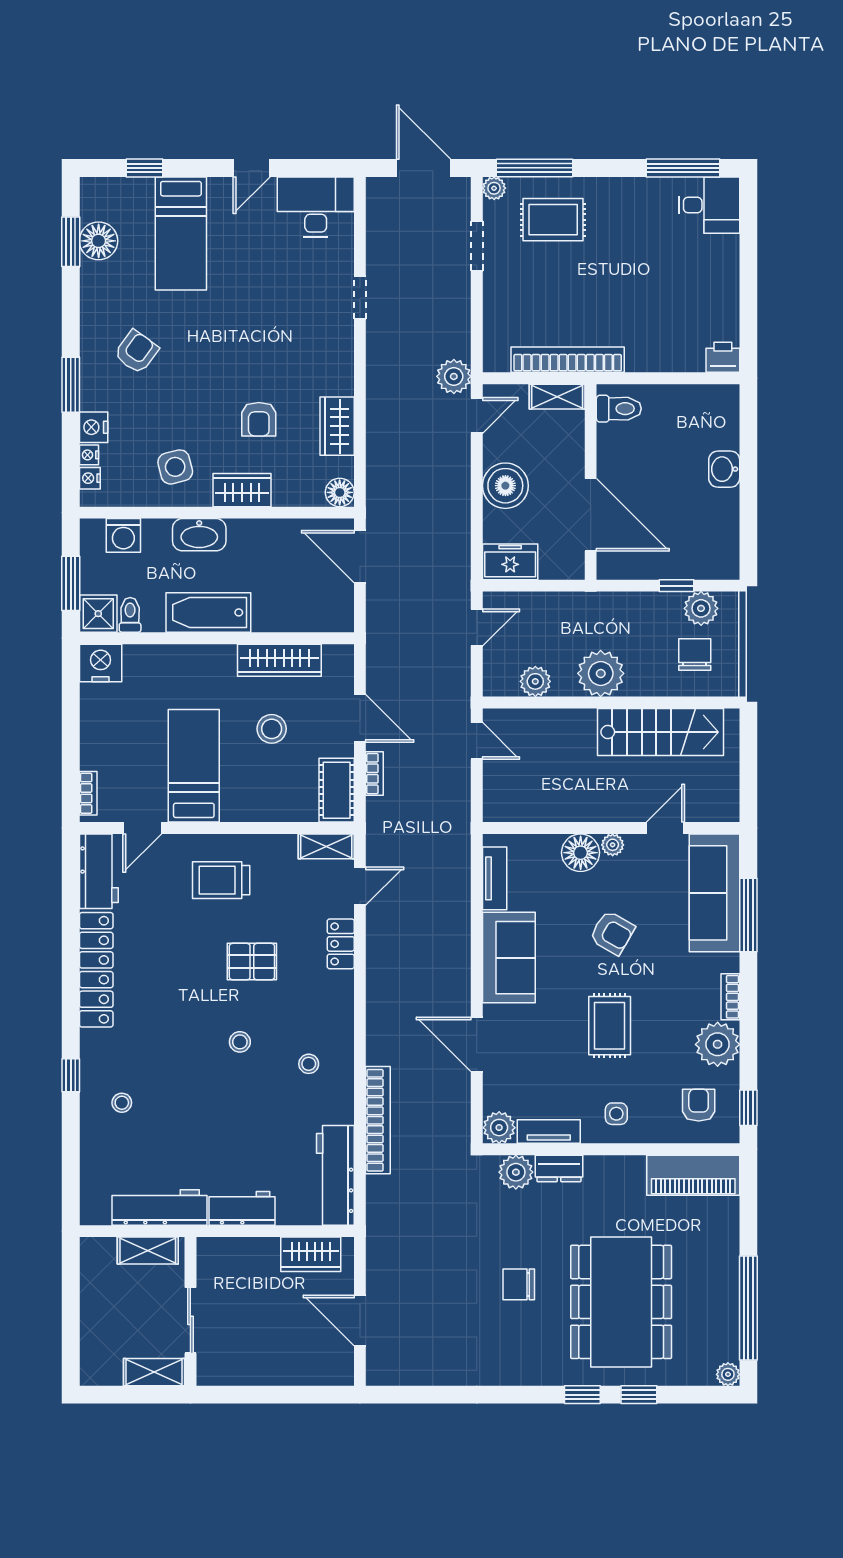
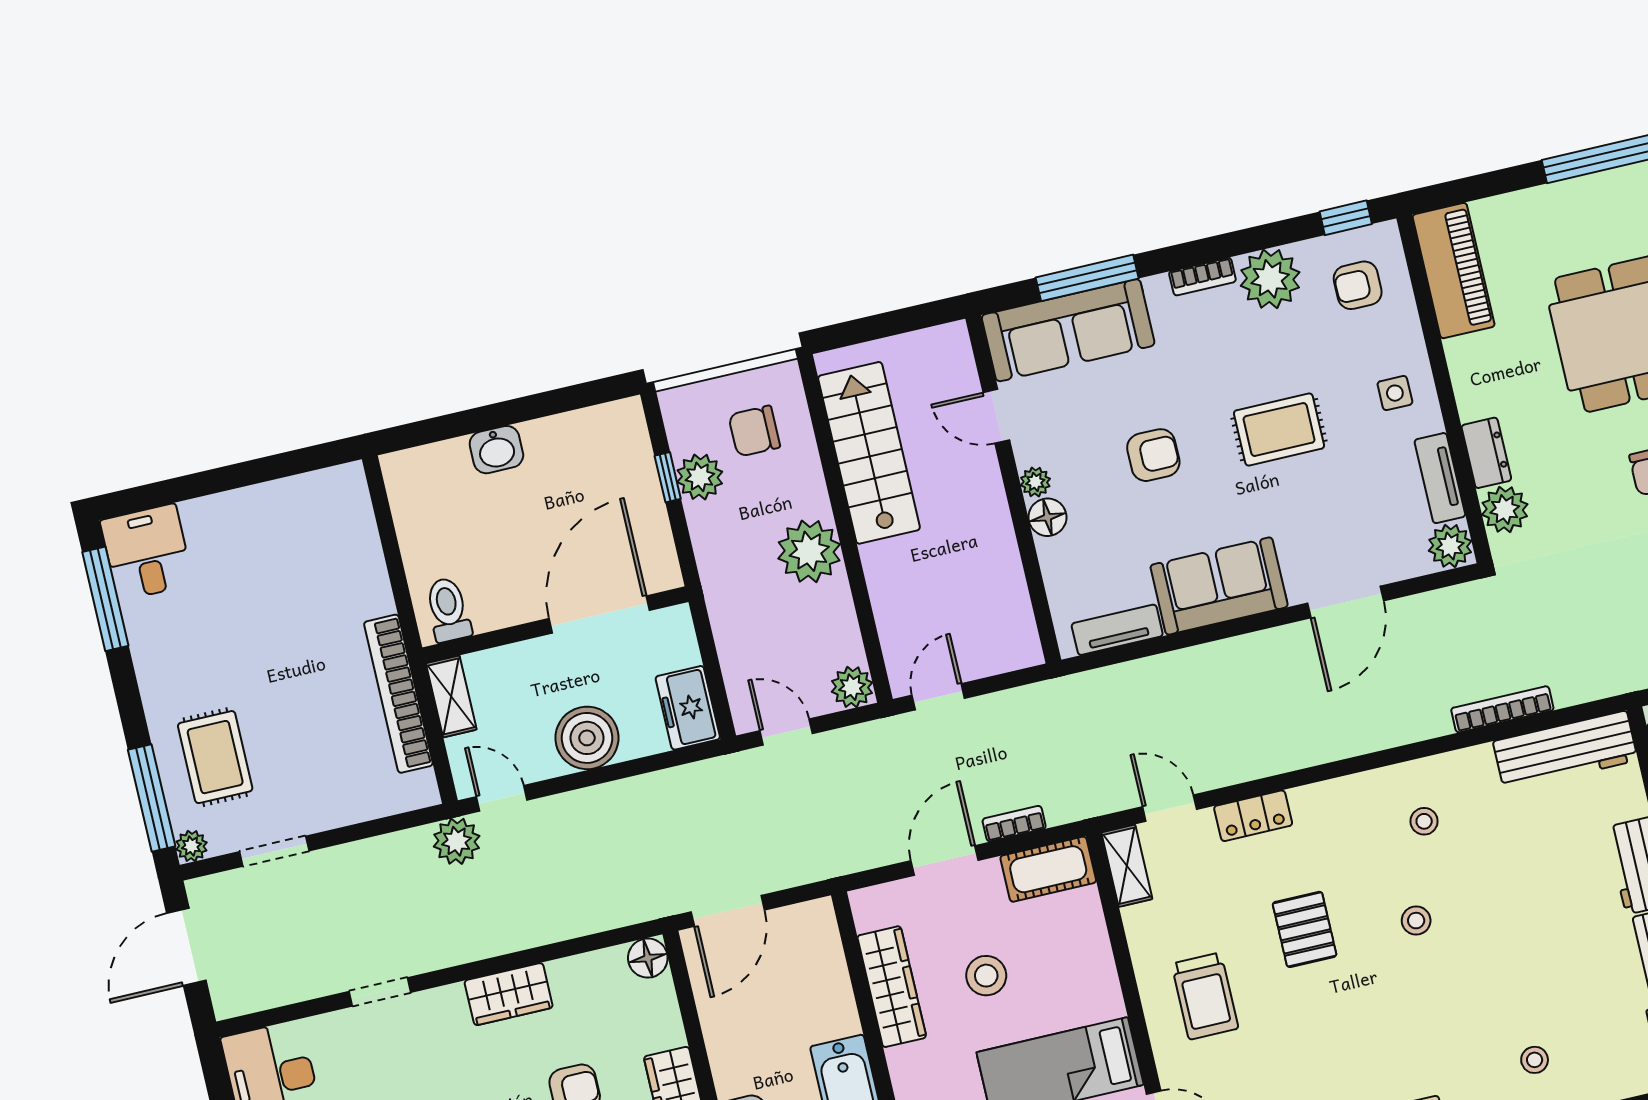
printer: (723, 357) -> (347, 486), removed
wardrobe: (337, 426) -> (509, 994), moved
plant: (701, 608) -> (700, 477), moved
plant: (535, 681) -> (852, 687), moved
floor lamp: (581, 853) -> (1047, 517), width x0.73, depth x0.73
armchair: (612, 933) -> (1153, 455), turned 60
bookcase: (378, 1120) -> (1502, 709), width x0.68, depth x0.76

